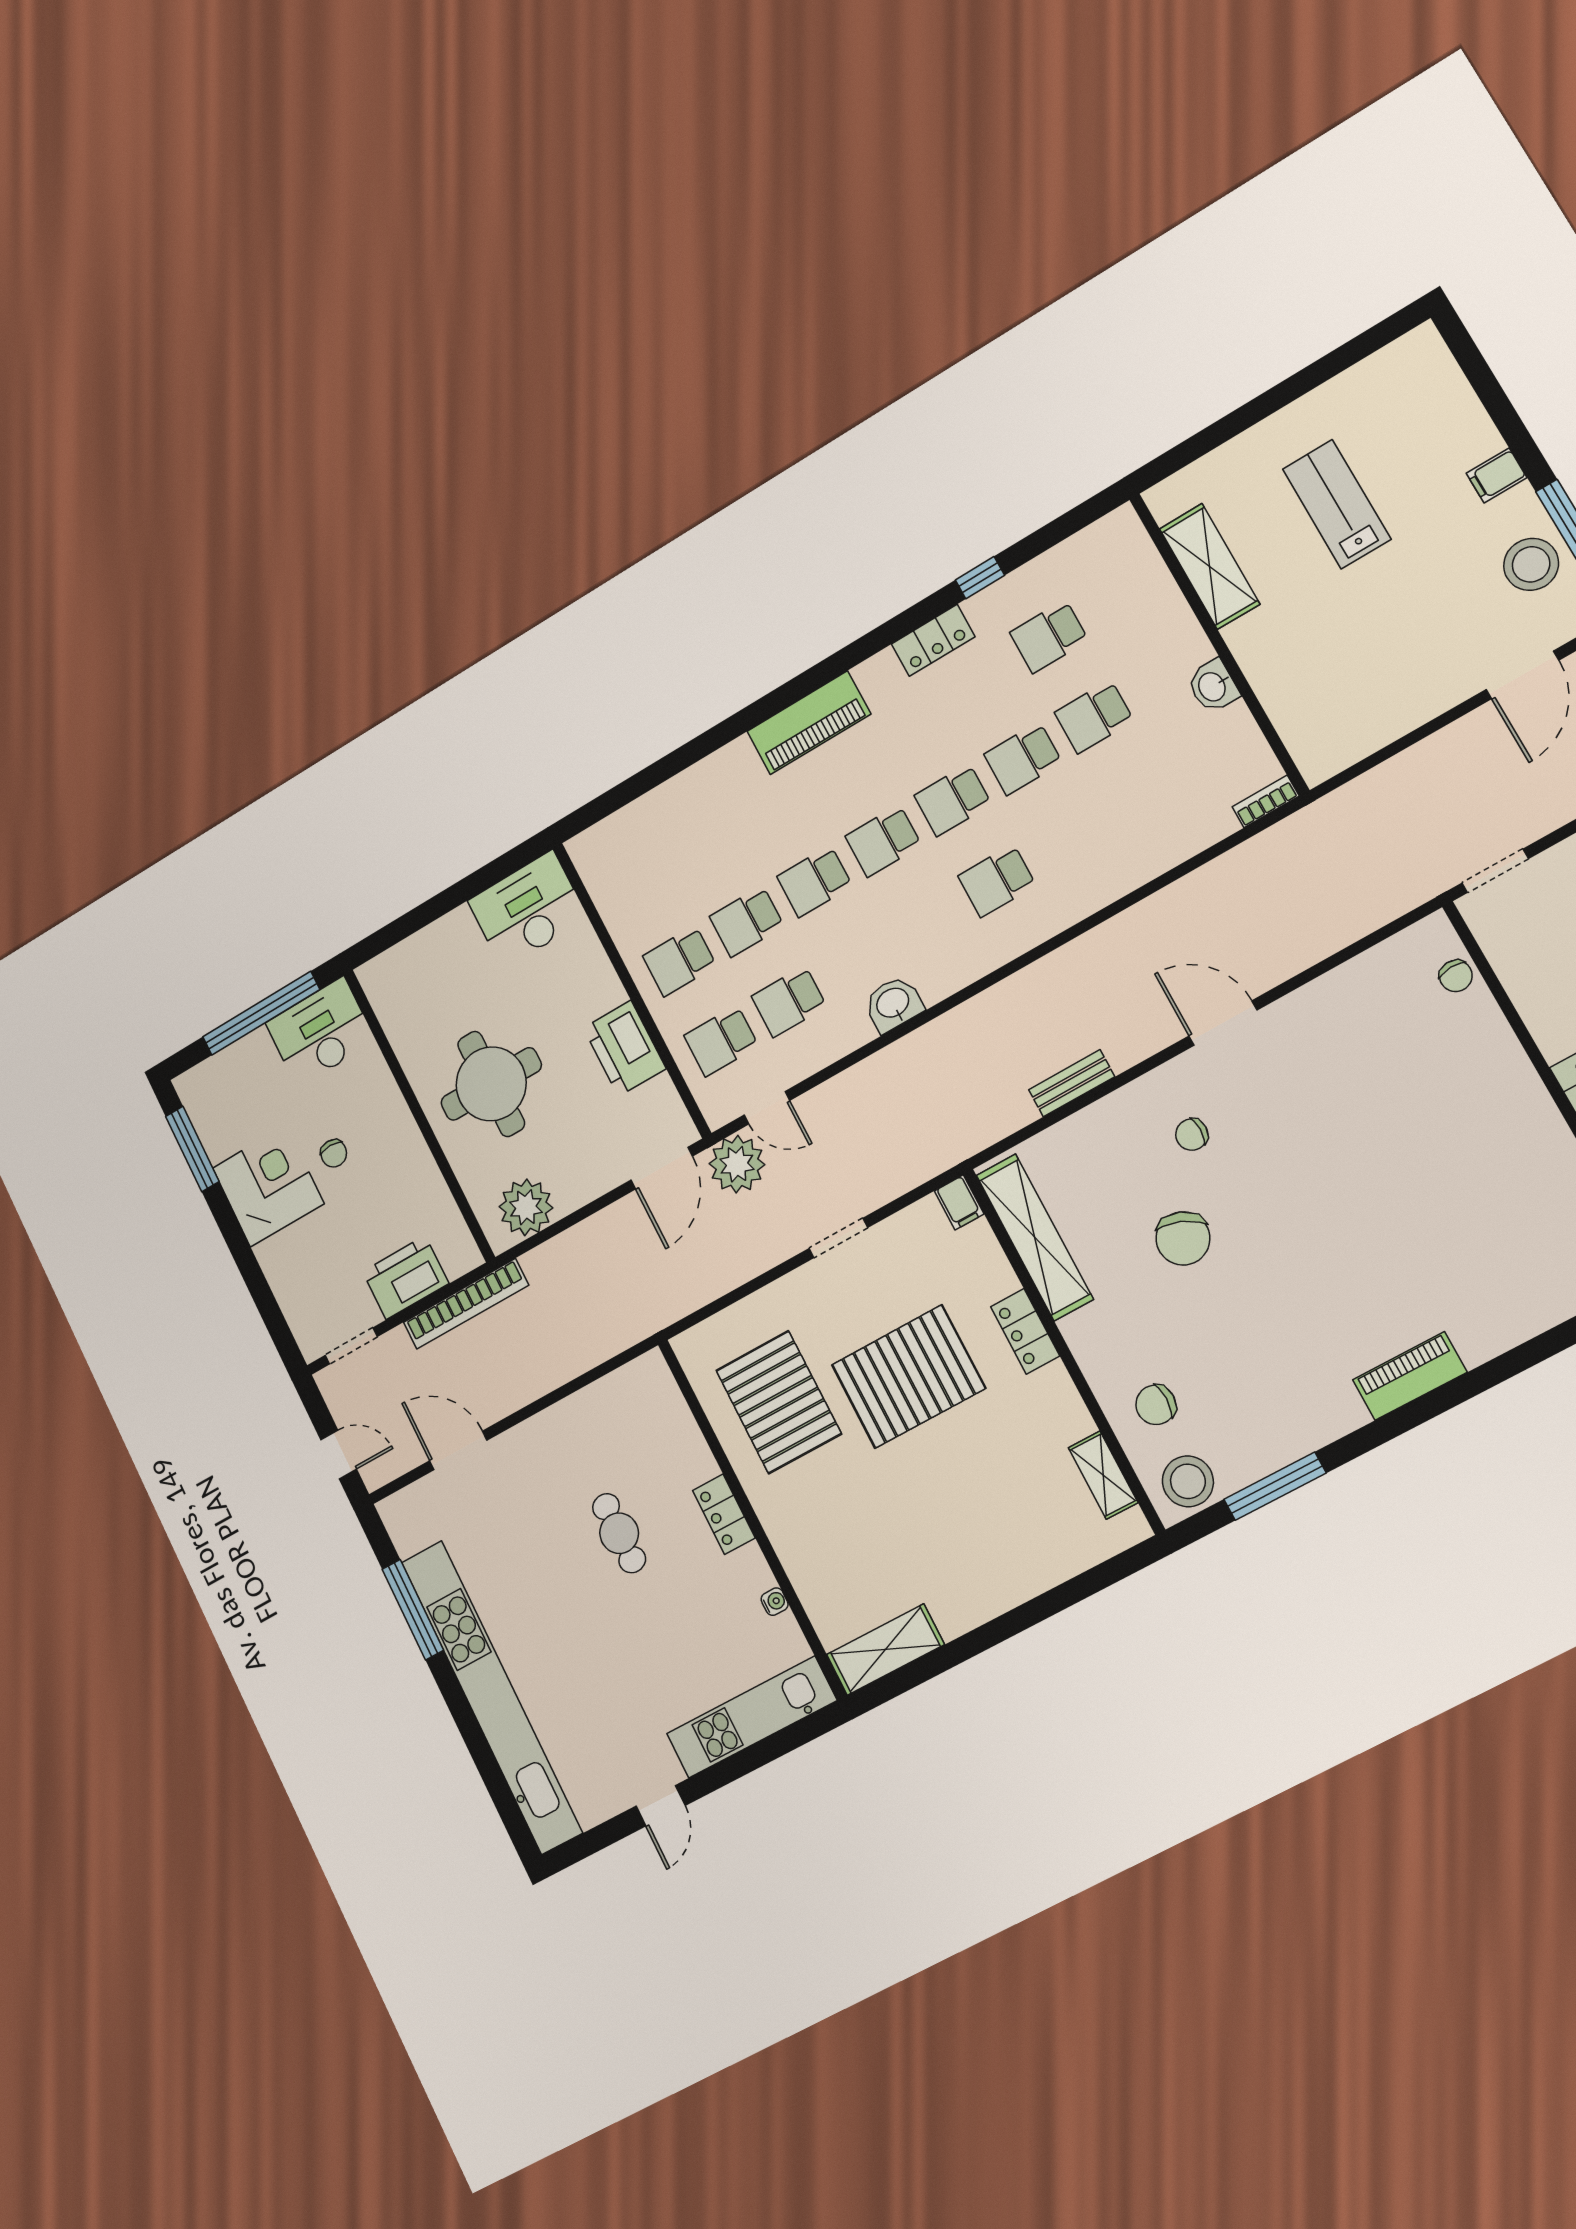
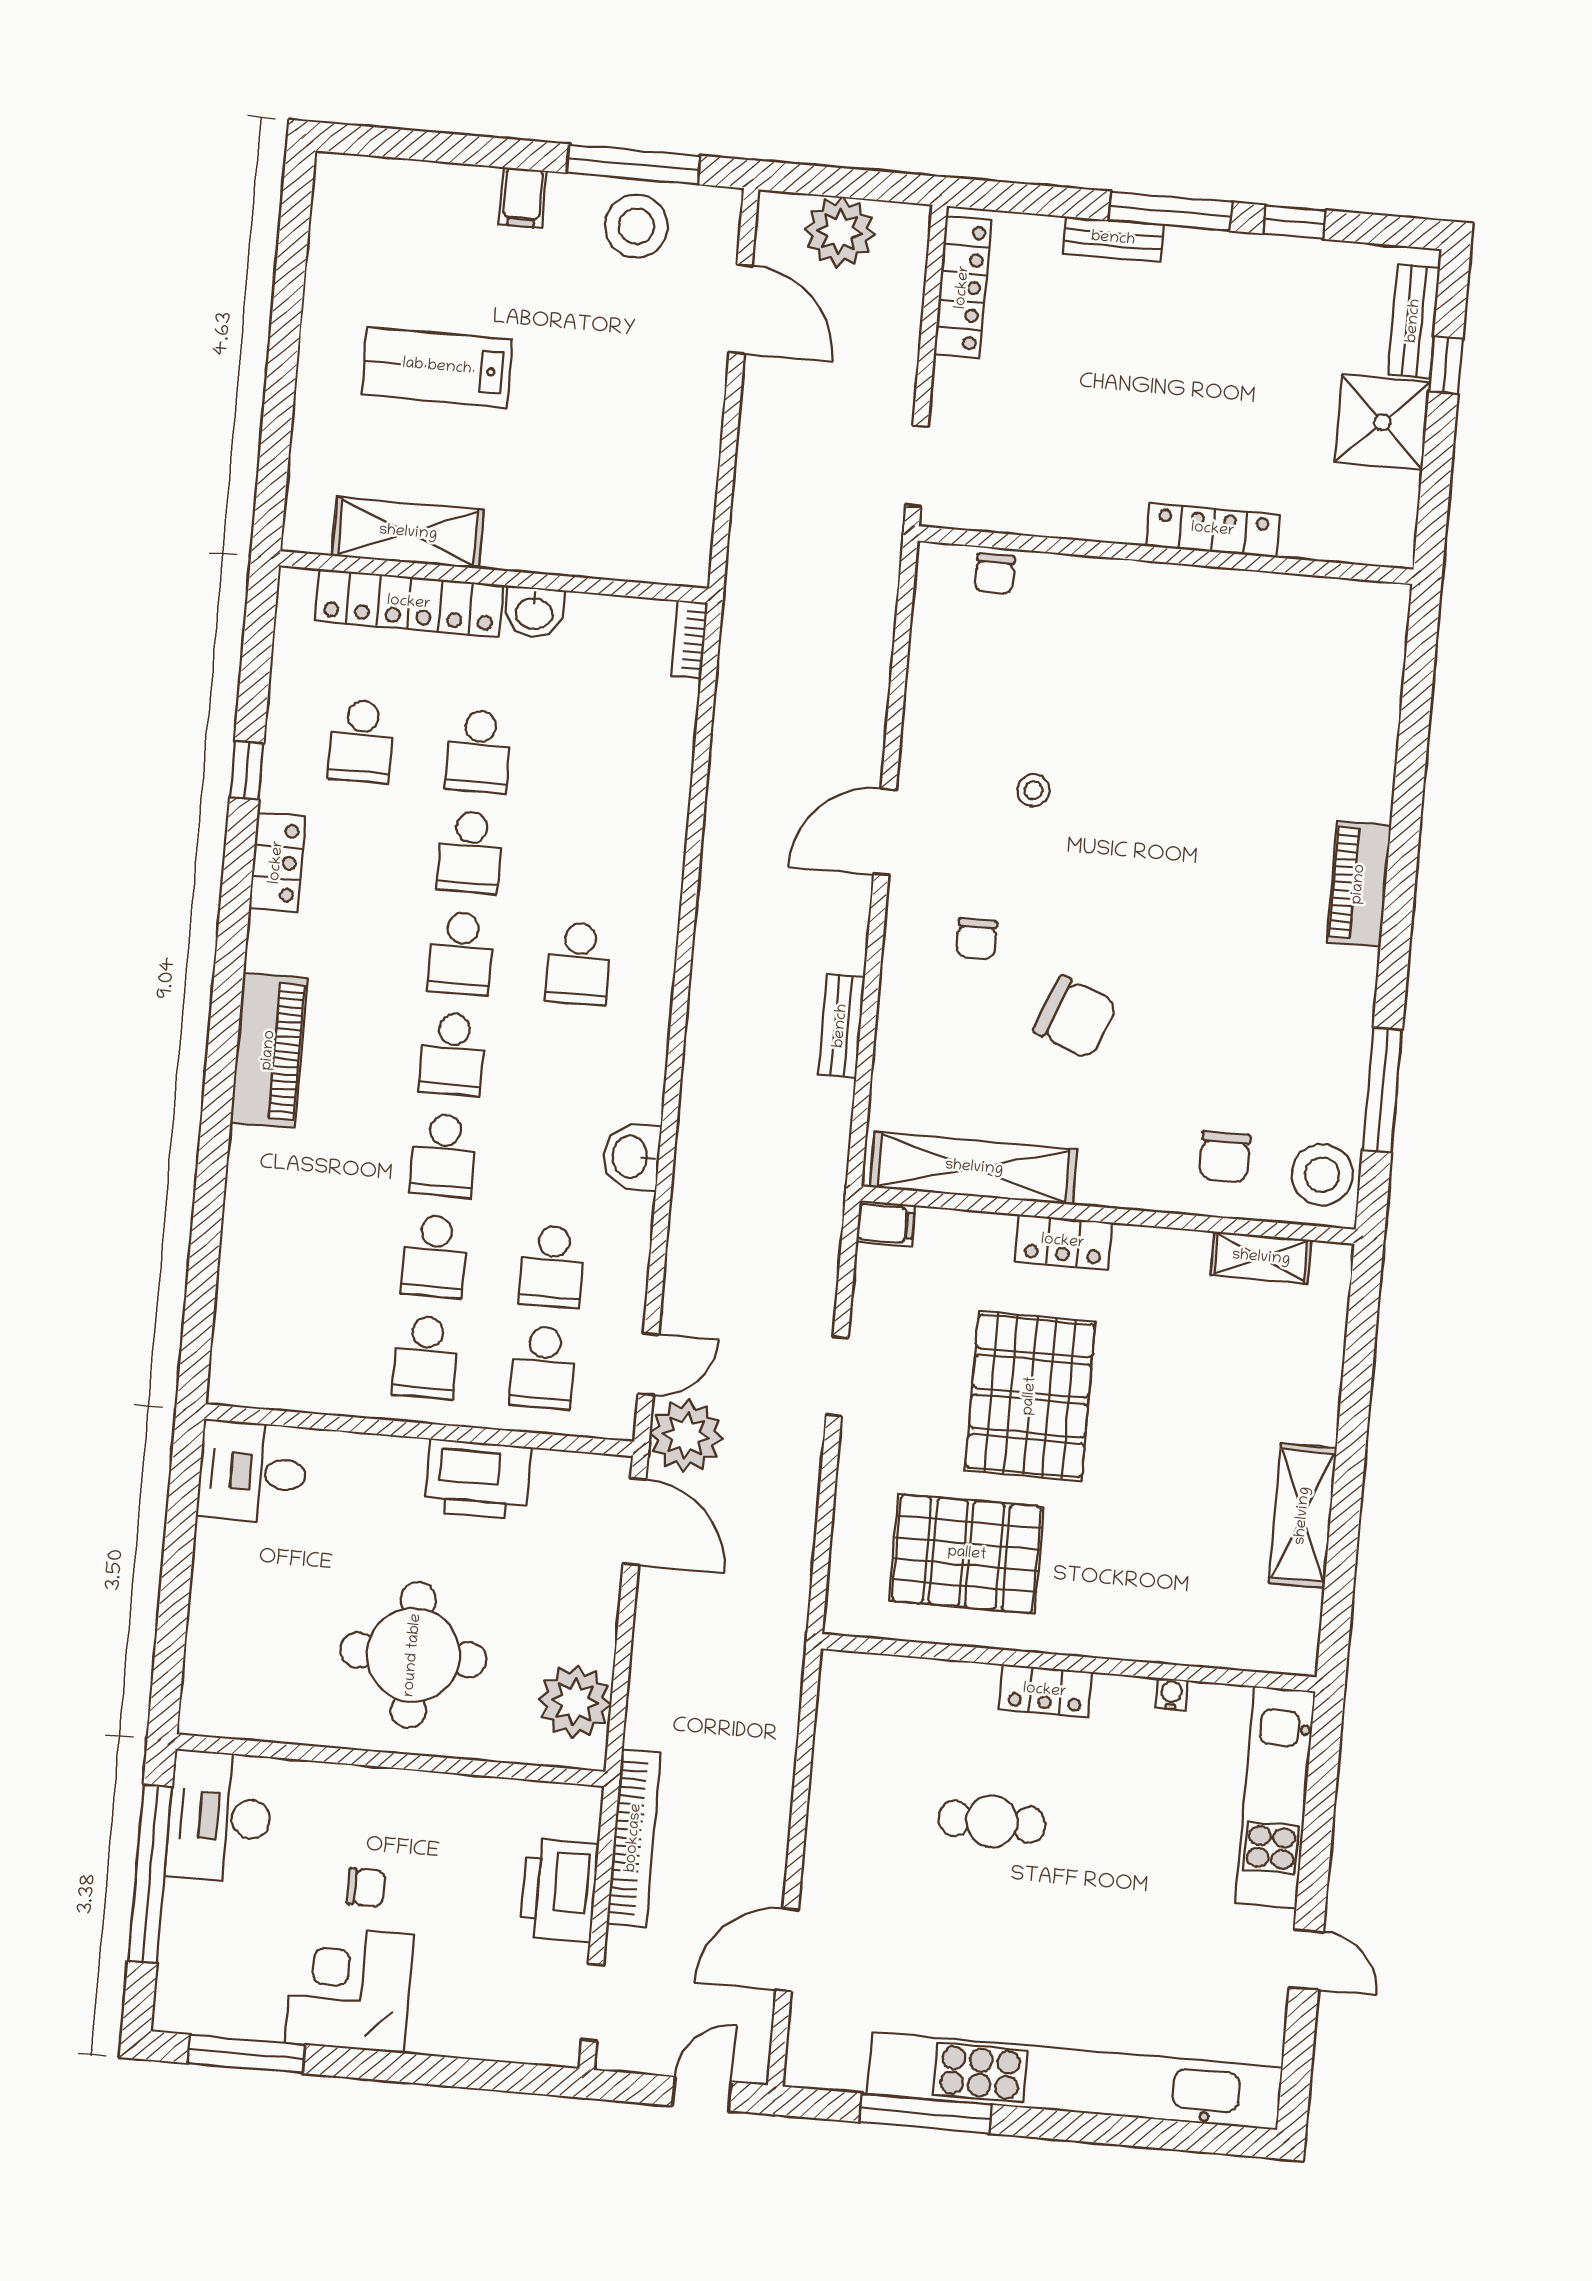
locker: (1163, 601) -> (409, 603), added
desk: (528, 910) -> (253, 1472), width x0.73
chair: (1456, 976) -> (995, 574), turned 93
stool: (1321, 1105) -> (1033, 790), added
shelving: (885, 1650) -> (1303, 1516), moved

